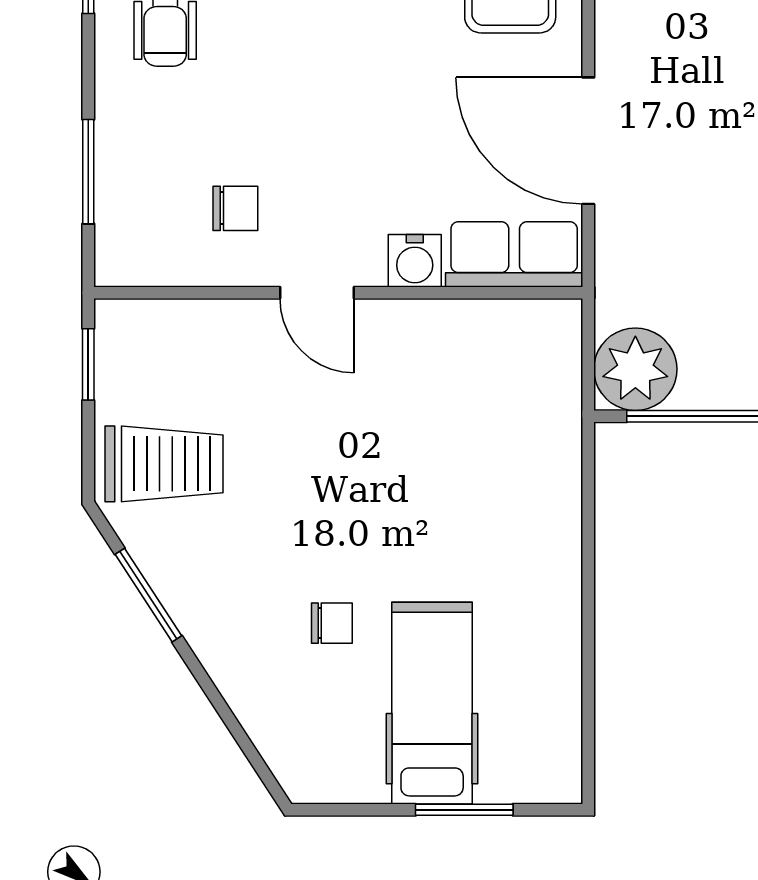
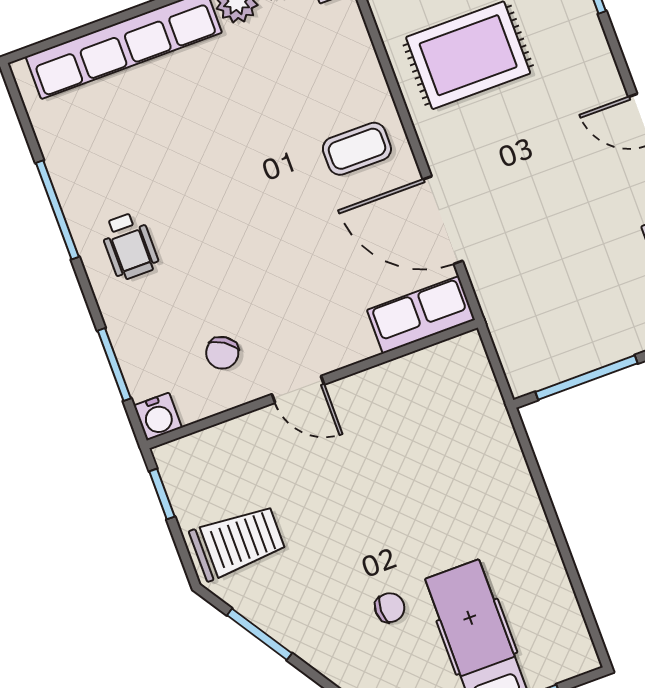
chair: (235, 208) -> (222, 353), turned 124
water cooler: (415, 261) -> (158, 417), moved
plant: (635, 369) -> (531, 362), removed

